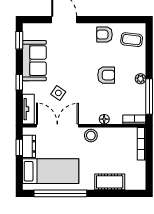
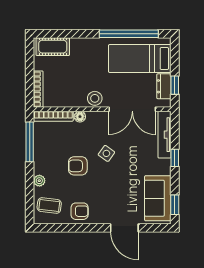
sofa: (34, 61) -> (158, 198), moved
plant: (141, 79) -> (39, 181), moved
side table: (58, 93) -> (106, 153), moved
tv unit: (28, 109) -> (165, 135), width x1.41
bookcase: (134, 120) -> (53, 116), width x1.56
cot: (110, 182) -> (53, 47), moved

